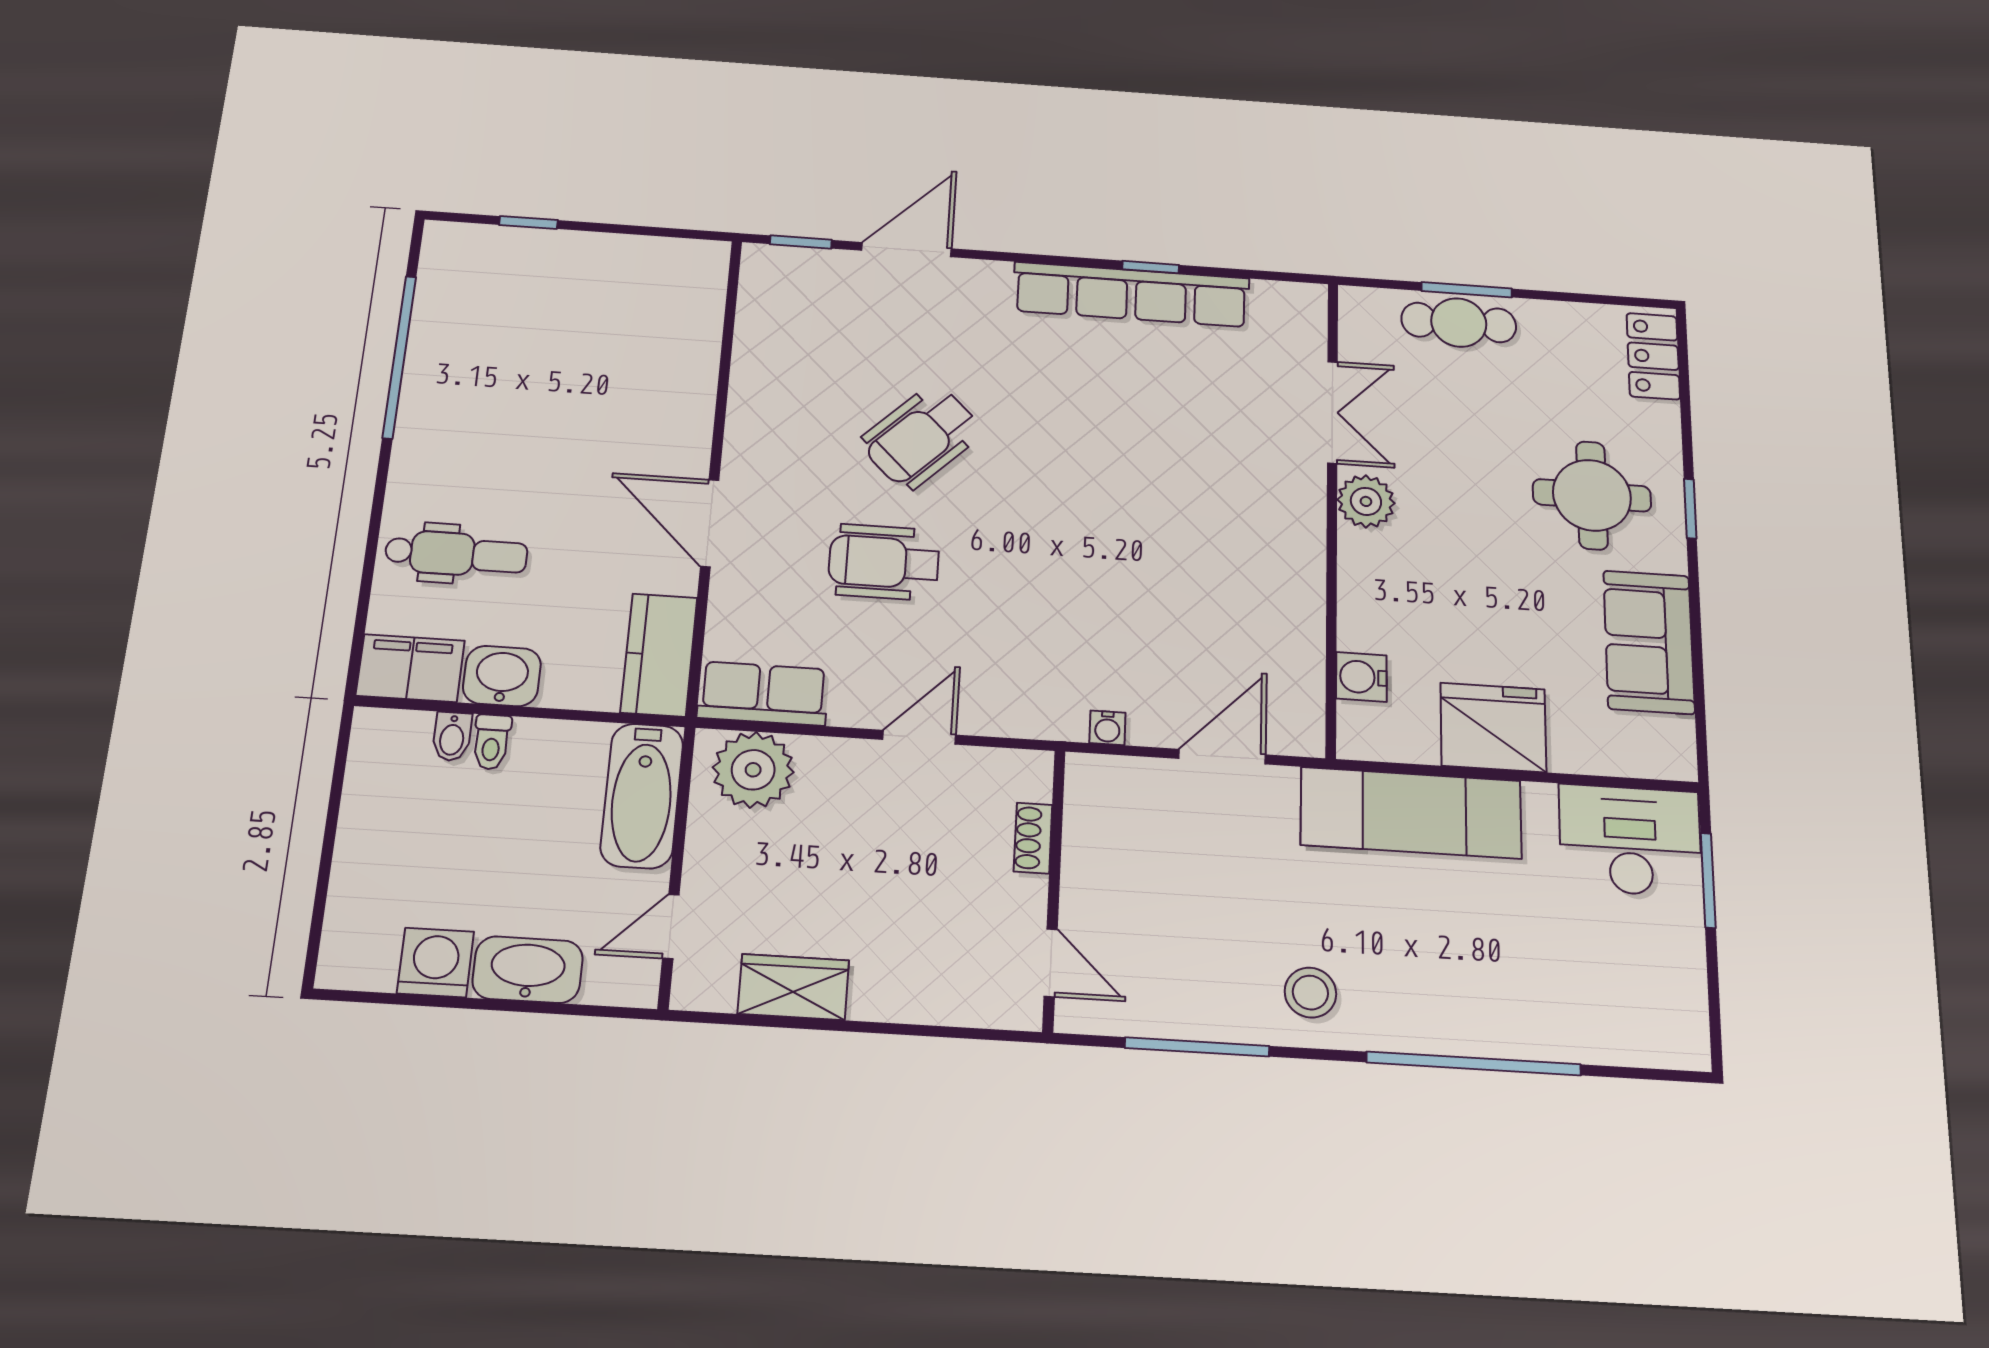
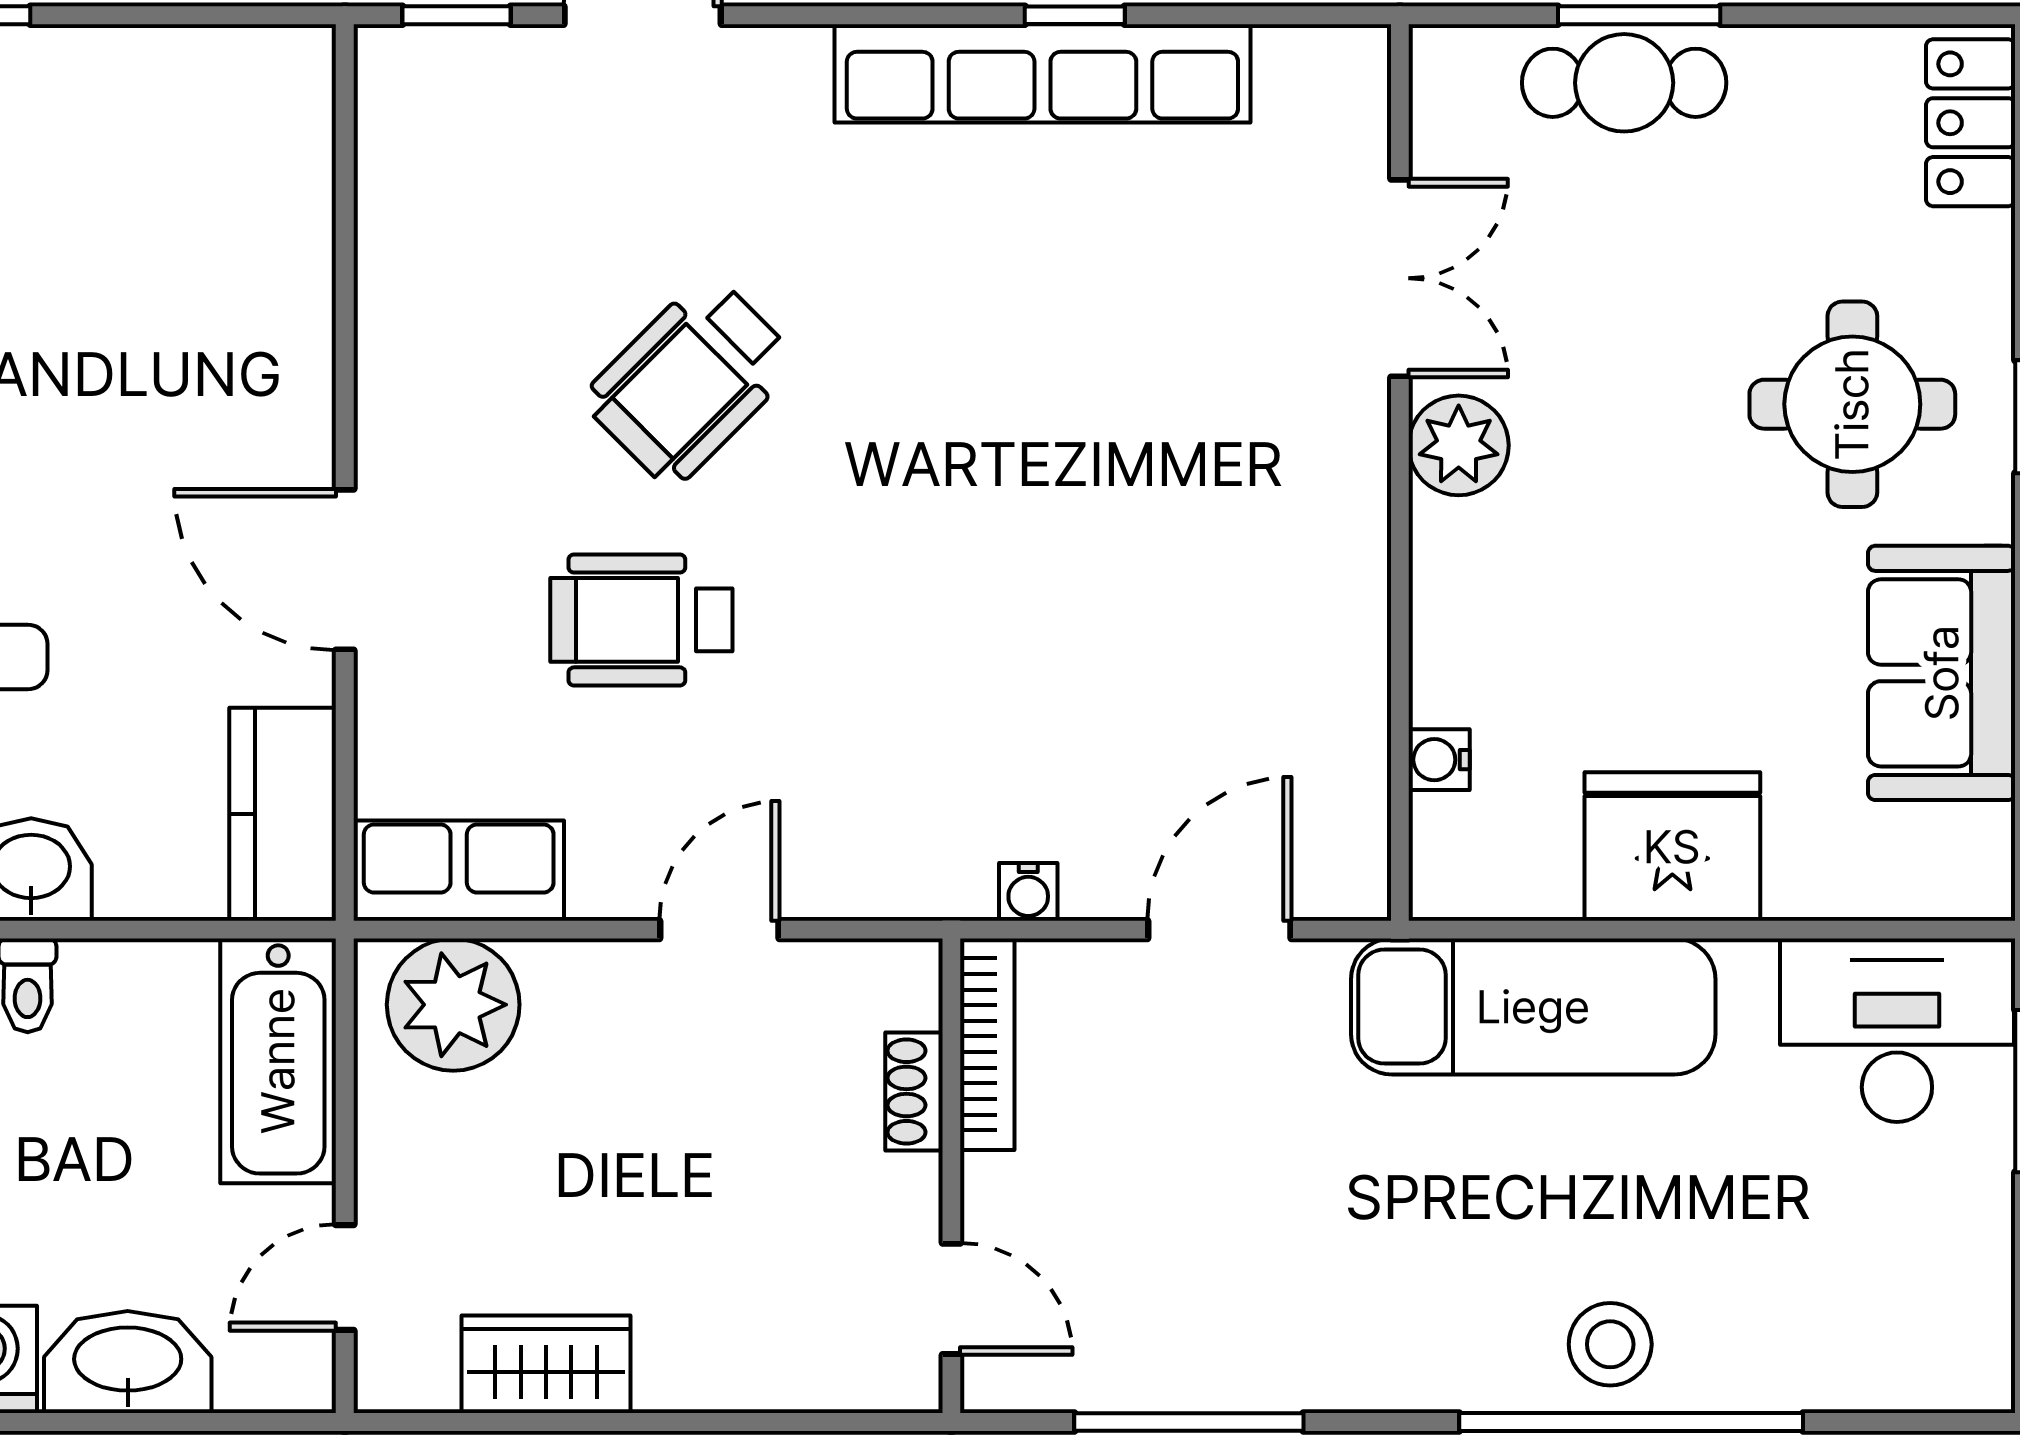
water cooler: (1361, 677) -> (1439, 760), width x0.72, depth x0.72
bookcase: (1079, 813) -> (987, 1044), added
stool: (1310, 993) -> (1610, 1344), moved

